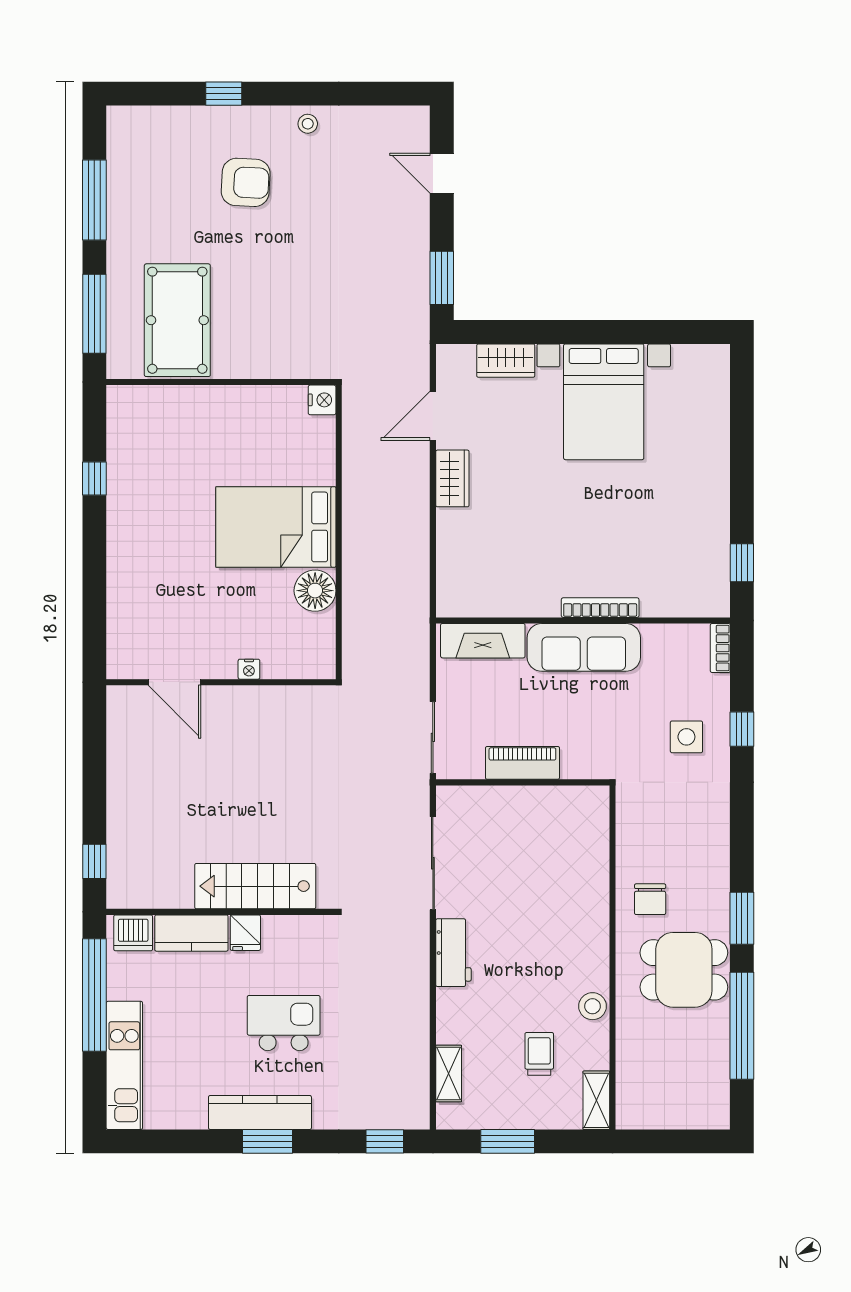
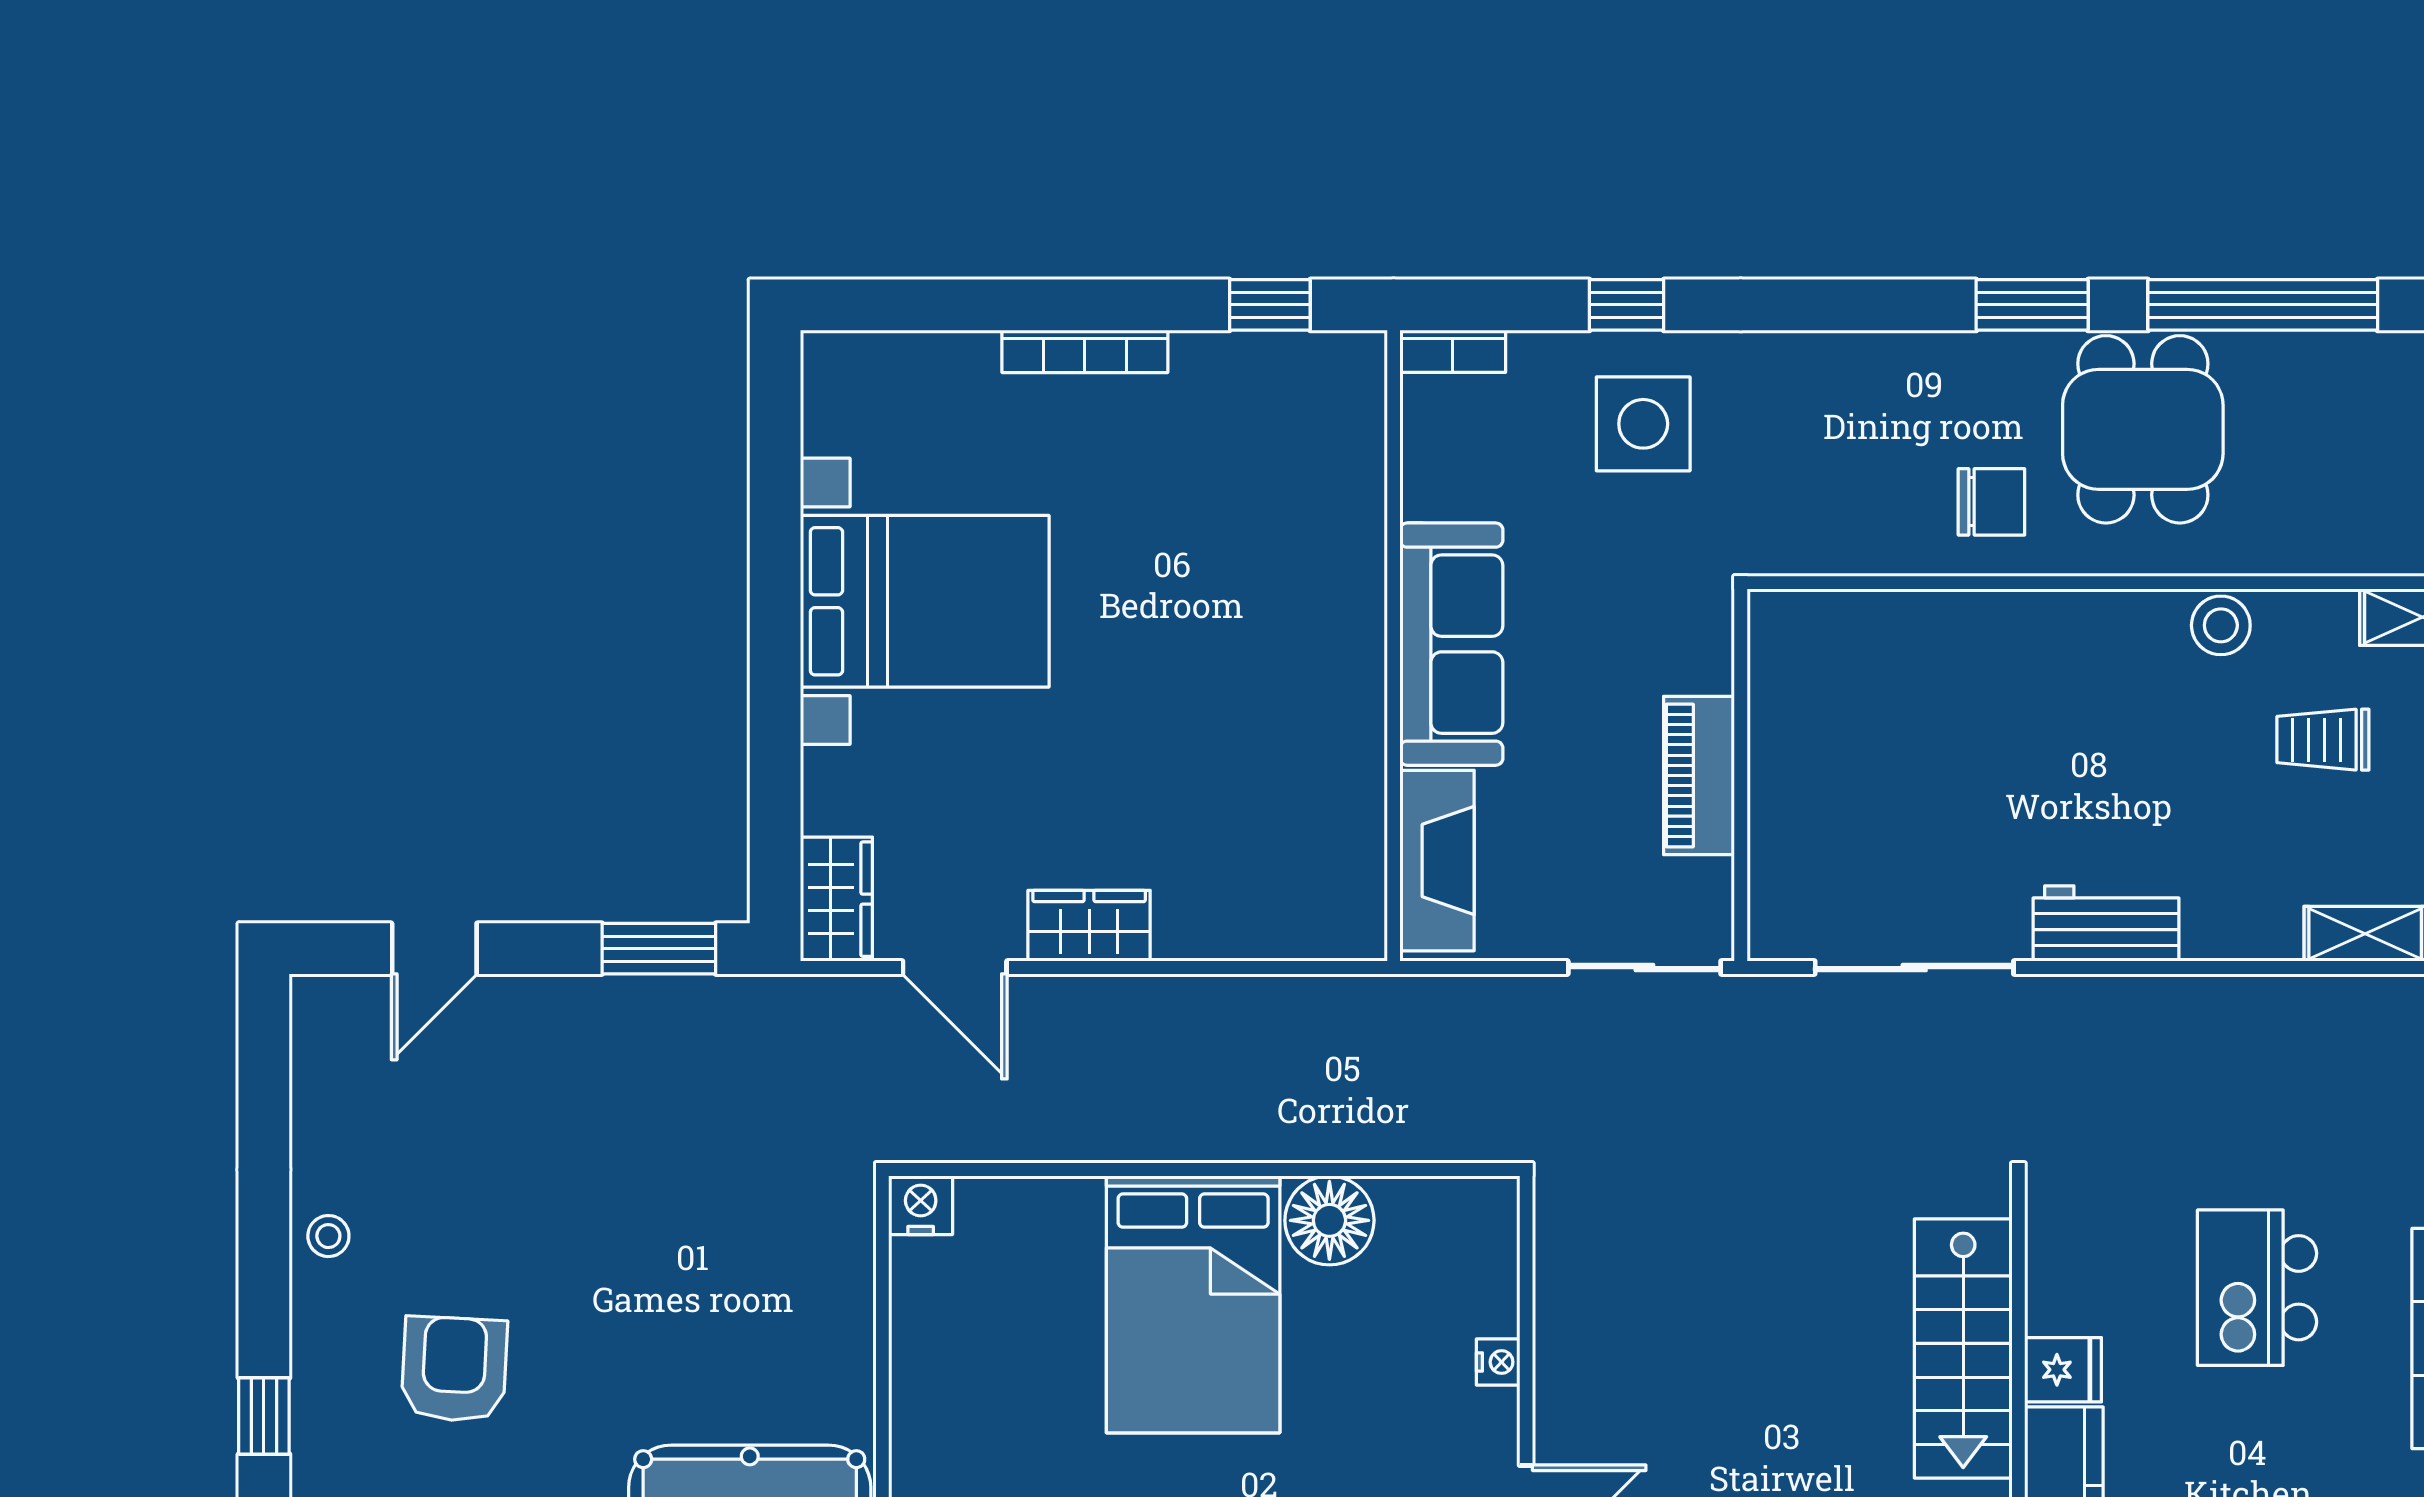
wardrobe: (506, 361) -> (836, 899), moved
bookcase: (600, 608) -> (1085, 351), moved, turned -90
side table: (686, 737) -> (1643, 424), width x1.37, depth x1.37

